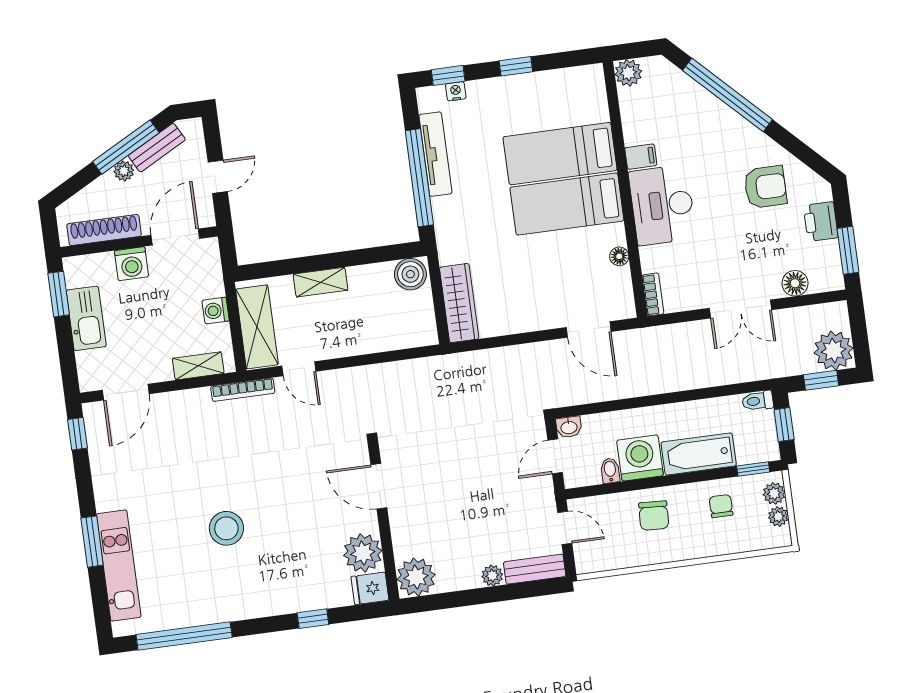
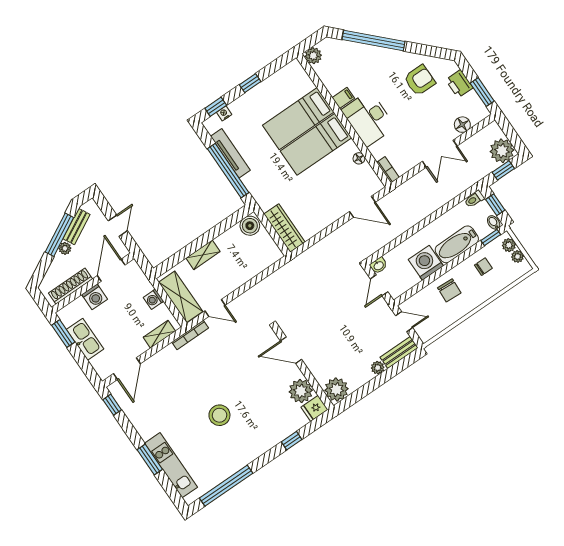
bidet: (610, 471) -> (494, 222), moved
chair: (721, 506) -> (483, 267), turned 90

